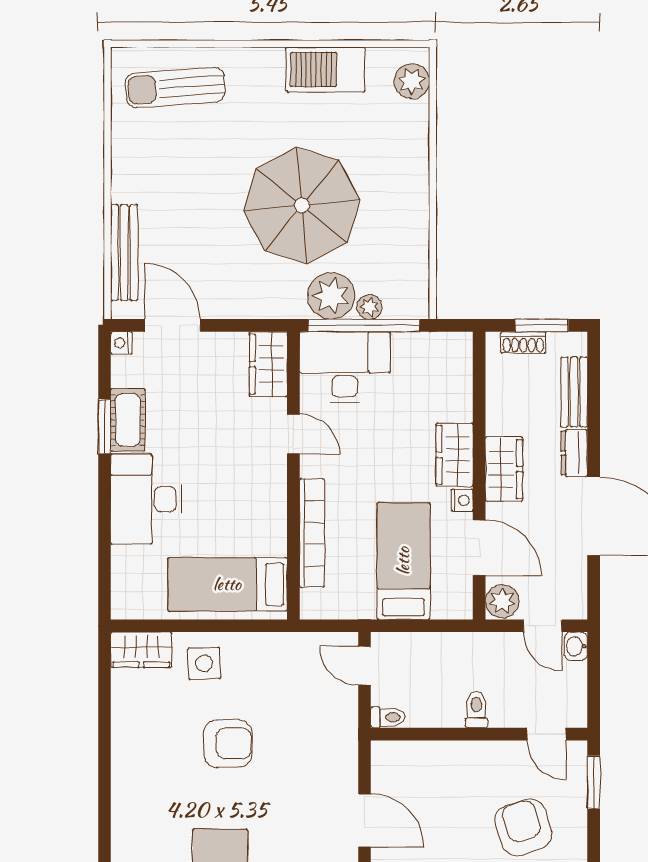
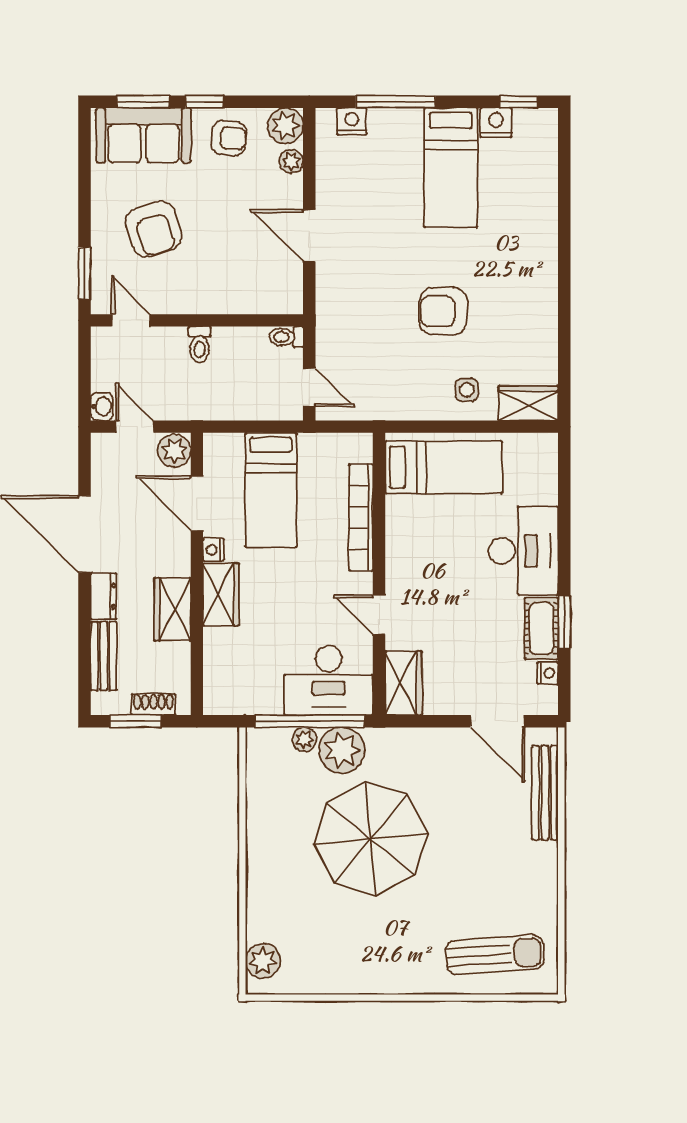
barbecue: (325, 69) -> (348, 972), removed
nightstand: (121, 343) -> (548, 673), moved
wardrobe: (504, 469) -> (172, 609), moved
side table: (204, 663) -> (467, 390), width x0.73, depth x0.73

